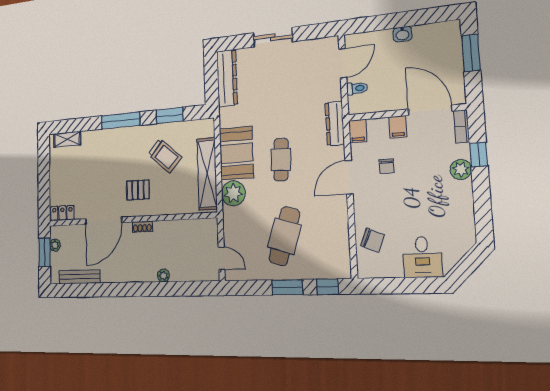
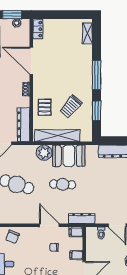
pallet: (138, 190) -> (45, 107), moved
dresser: (193, 229) -> (24, 125), added

